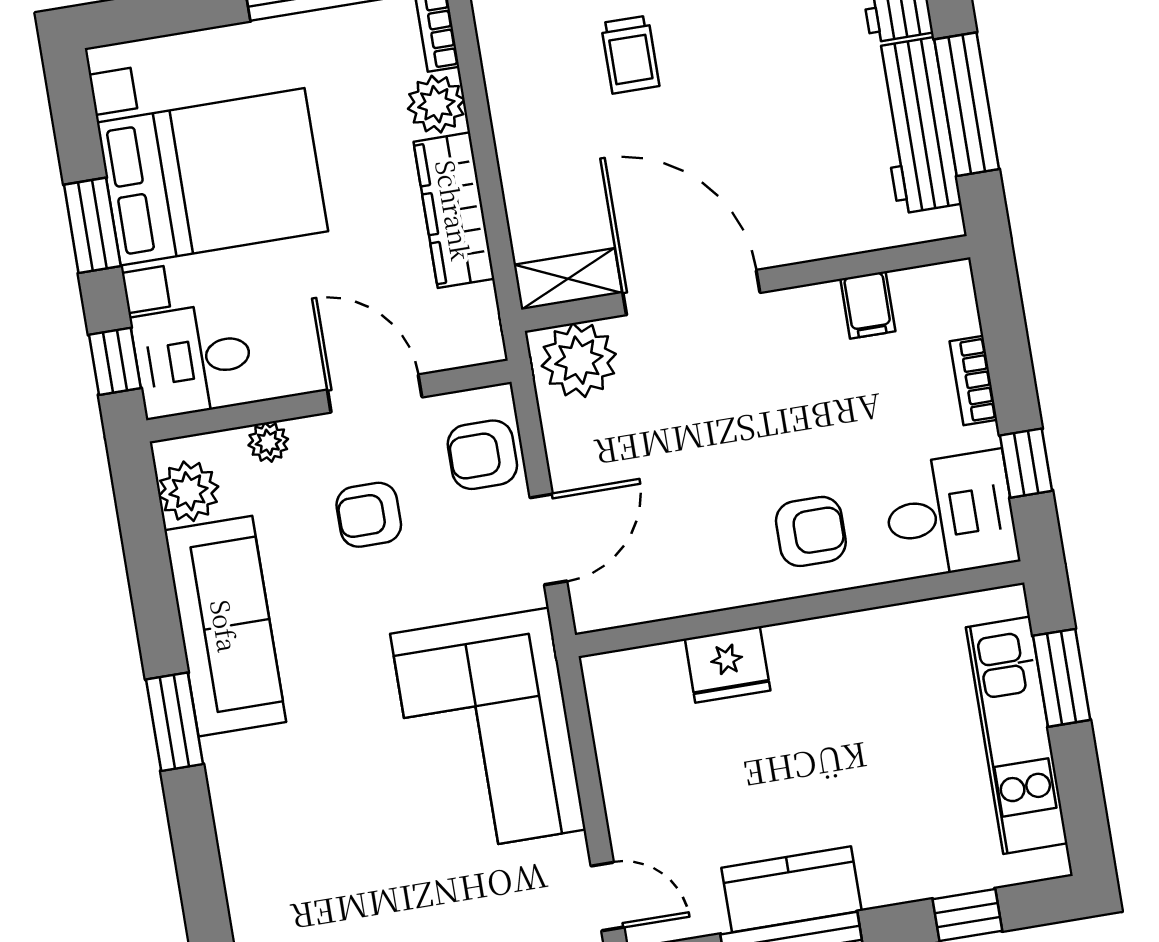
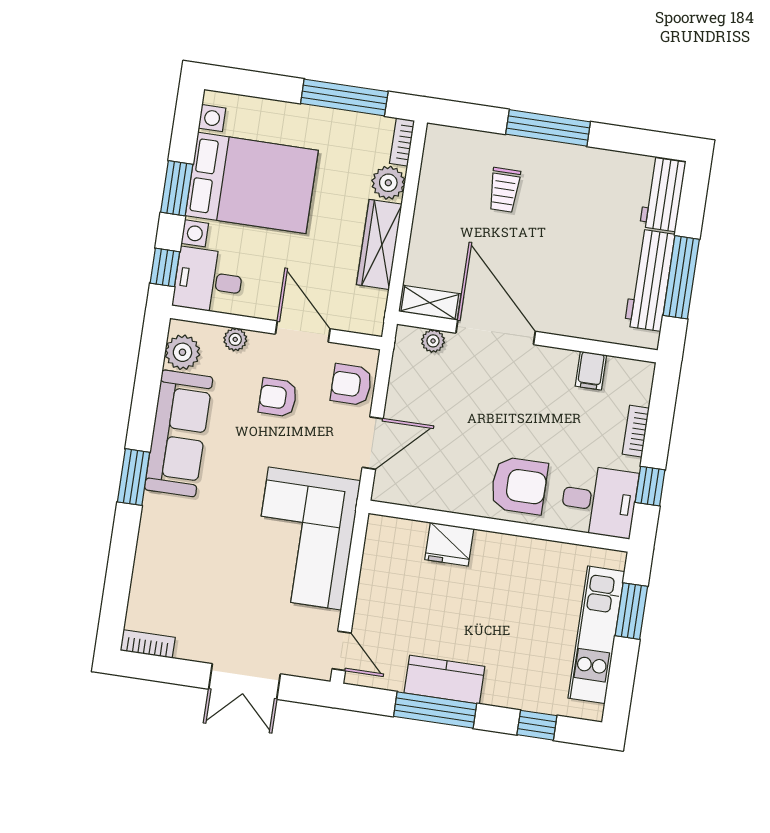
plant: (579, 360) -> (433, 341), width x0.53, depth x0.53
armchair: (811, 531) -> (519, 486), width x1.38, depth x1.38

